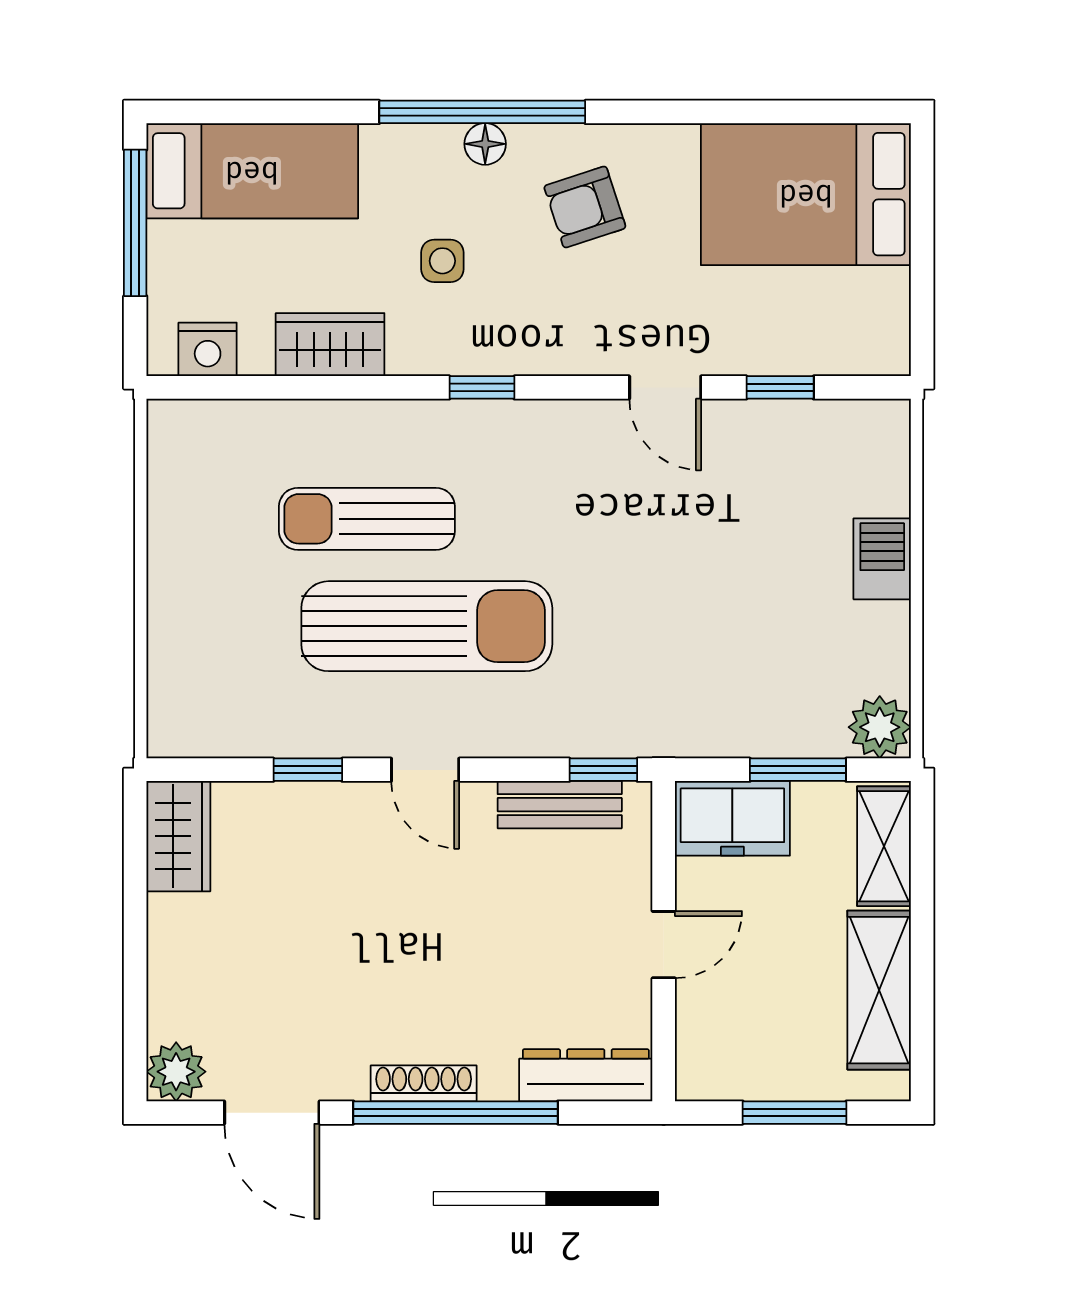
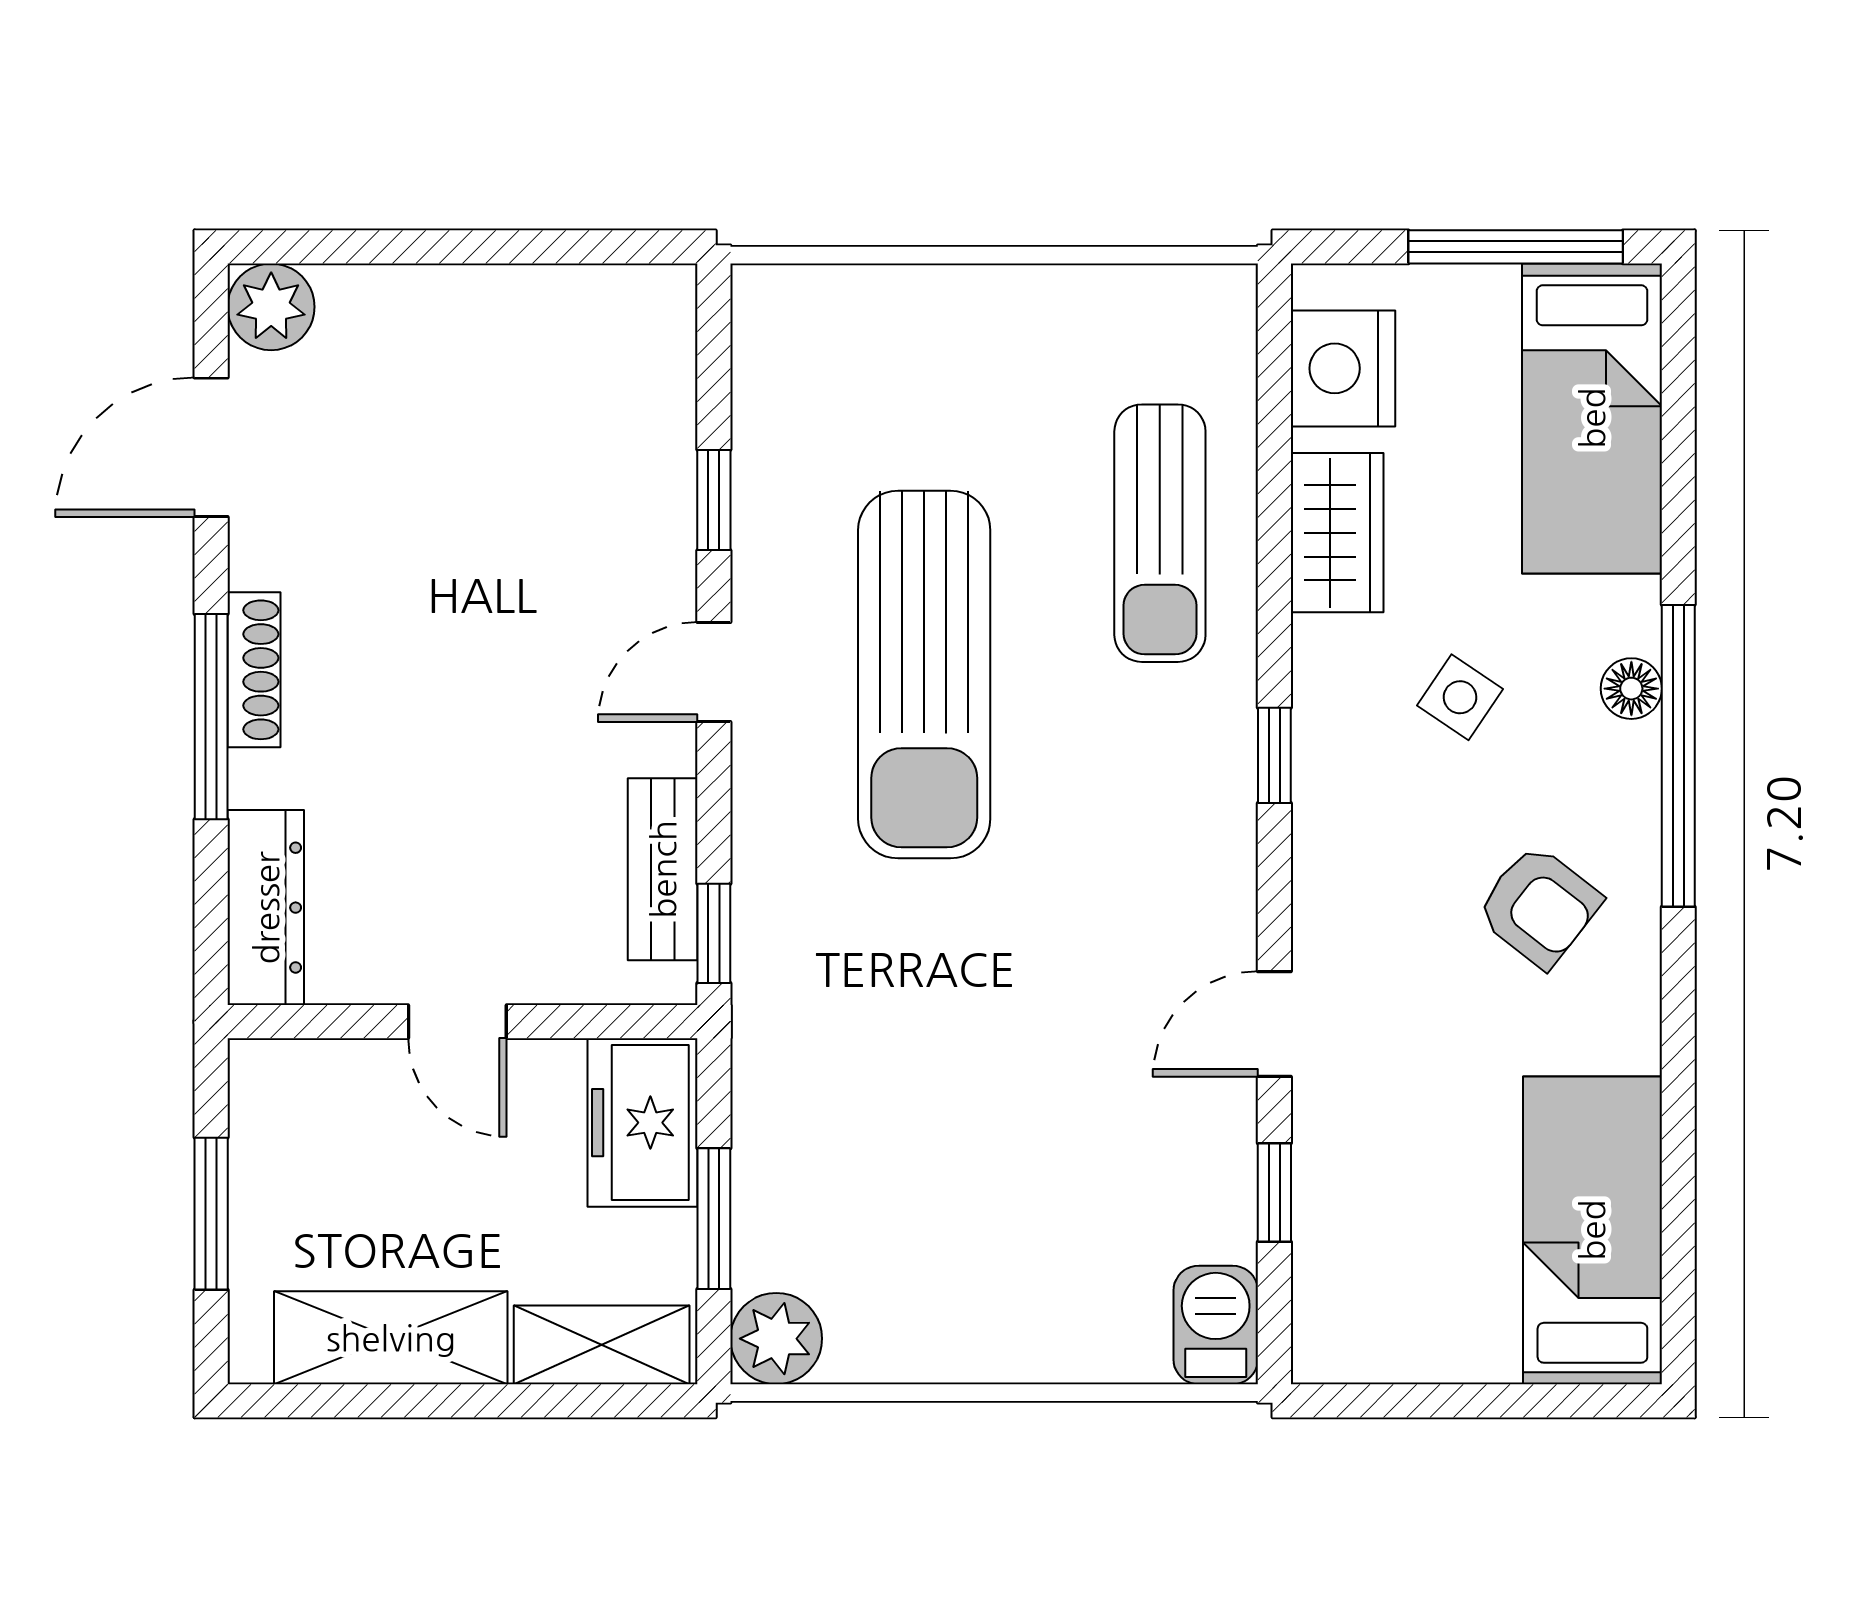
floor lamp: (485, 144) -> (1631, 689), moved
bed: (806, 194) -> (1592, 1230), width x0.67
armchair: (585, 207) -> (1539, 906), turned 146
side table: (442, 261) -> (1460, 697), turned 34
nightstand: (208, 349) -> (1343, 368), width x1.36, depth x1.33
sun lounger: (367, 519) -> (1160, 533), moved, turned 180
barbecue: (882, 559) -> (1216, 1325), moved, turned -90
wardrobe: (178, 836) -> (616, 310), removed
window: (456, 1113) -> (211, 717), width x0.68

